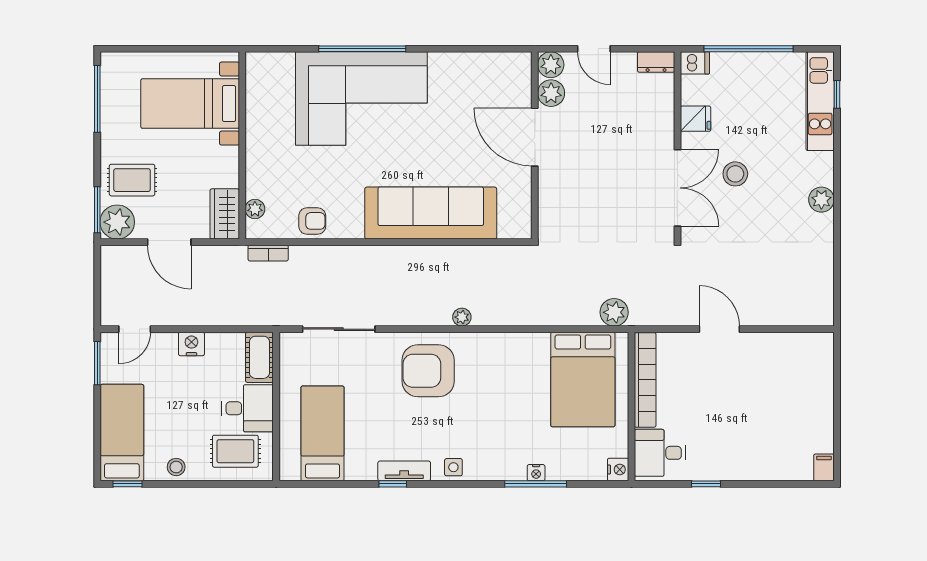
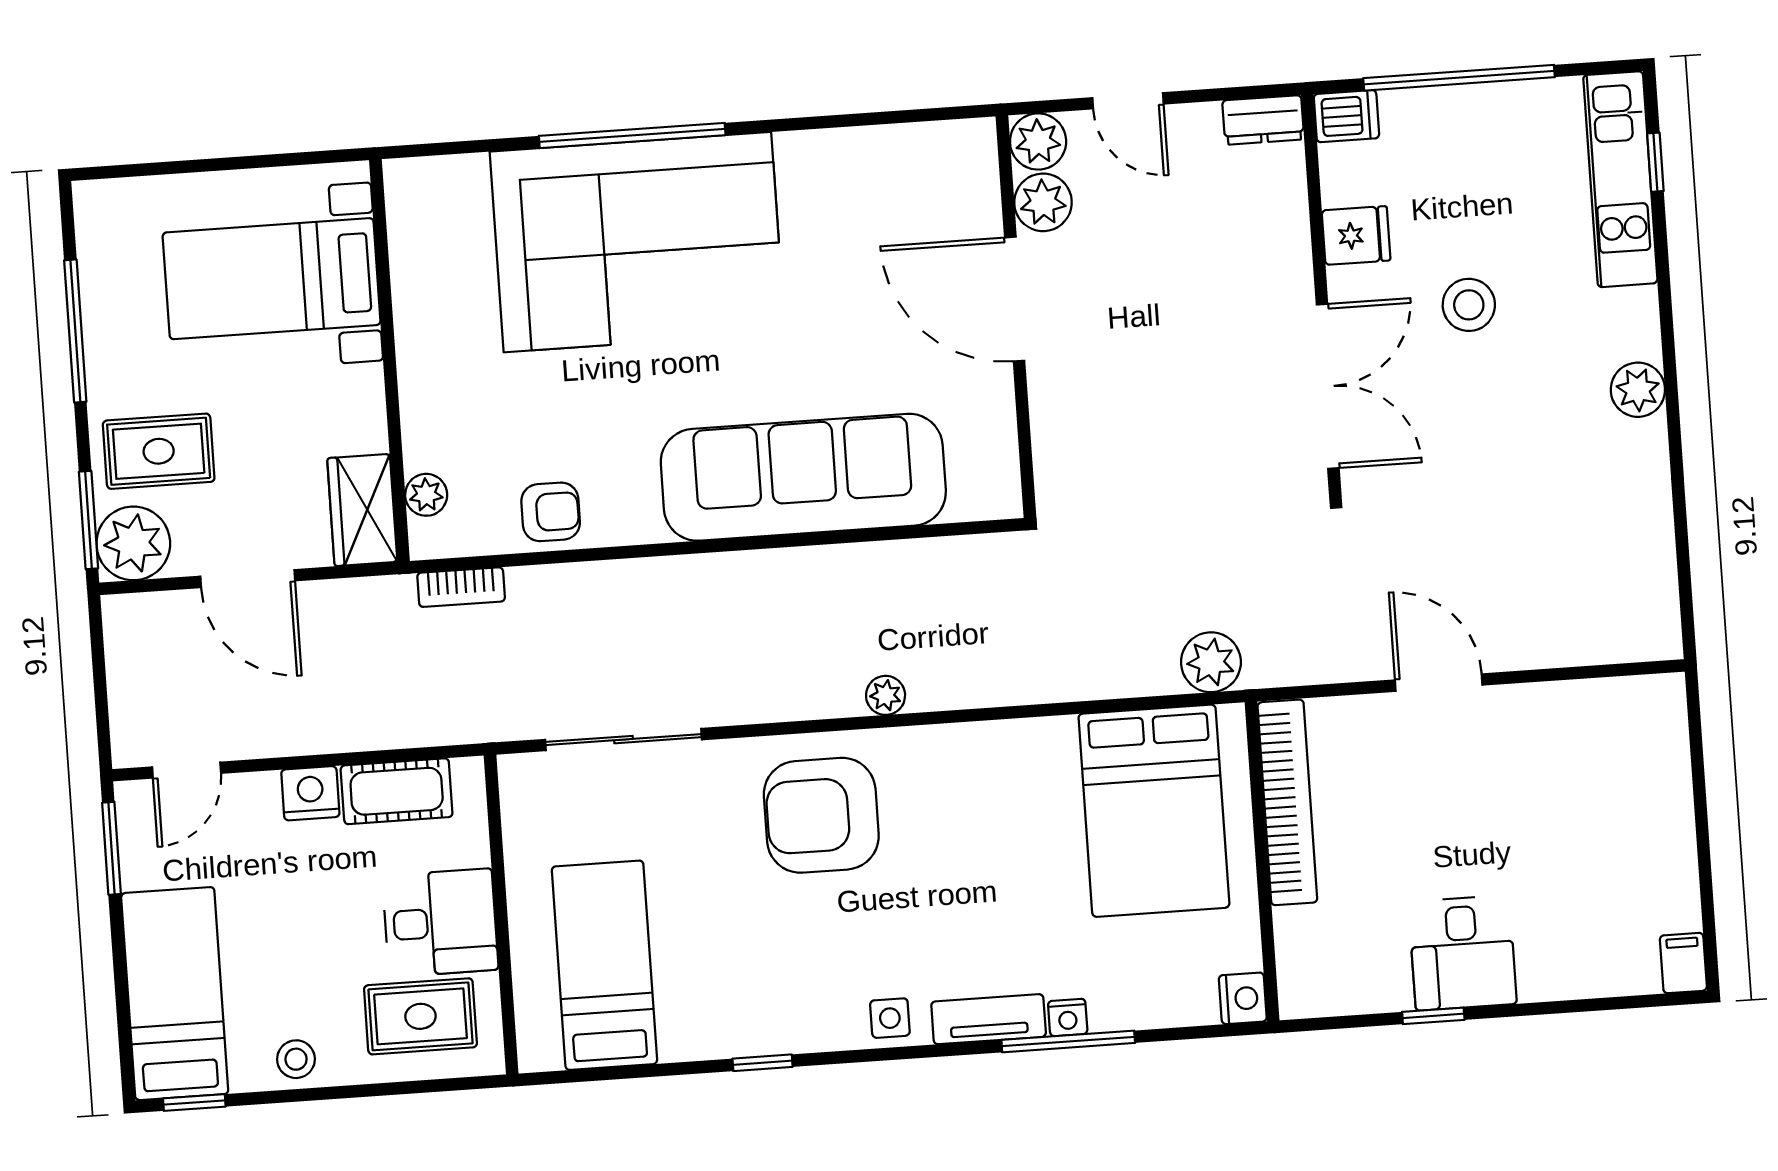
window: (97, 99) -> (75, 331), moved
stool: (735, 174) -> (1469, 305), moved
cot: (259, 357) -> (397, 791), moved, turned 90
desk: (660, 453) -> (1463, 953), moved, turned -90
tv unit: (404, 471) -> (989, 1019), moved

